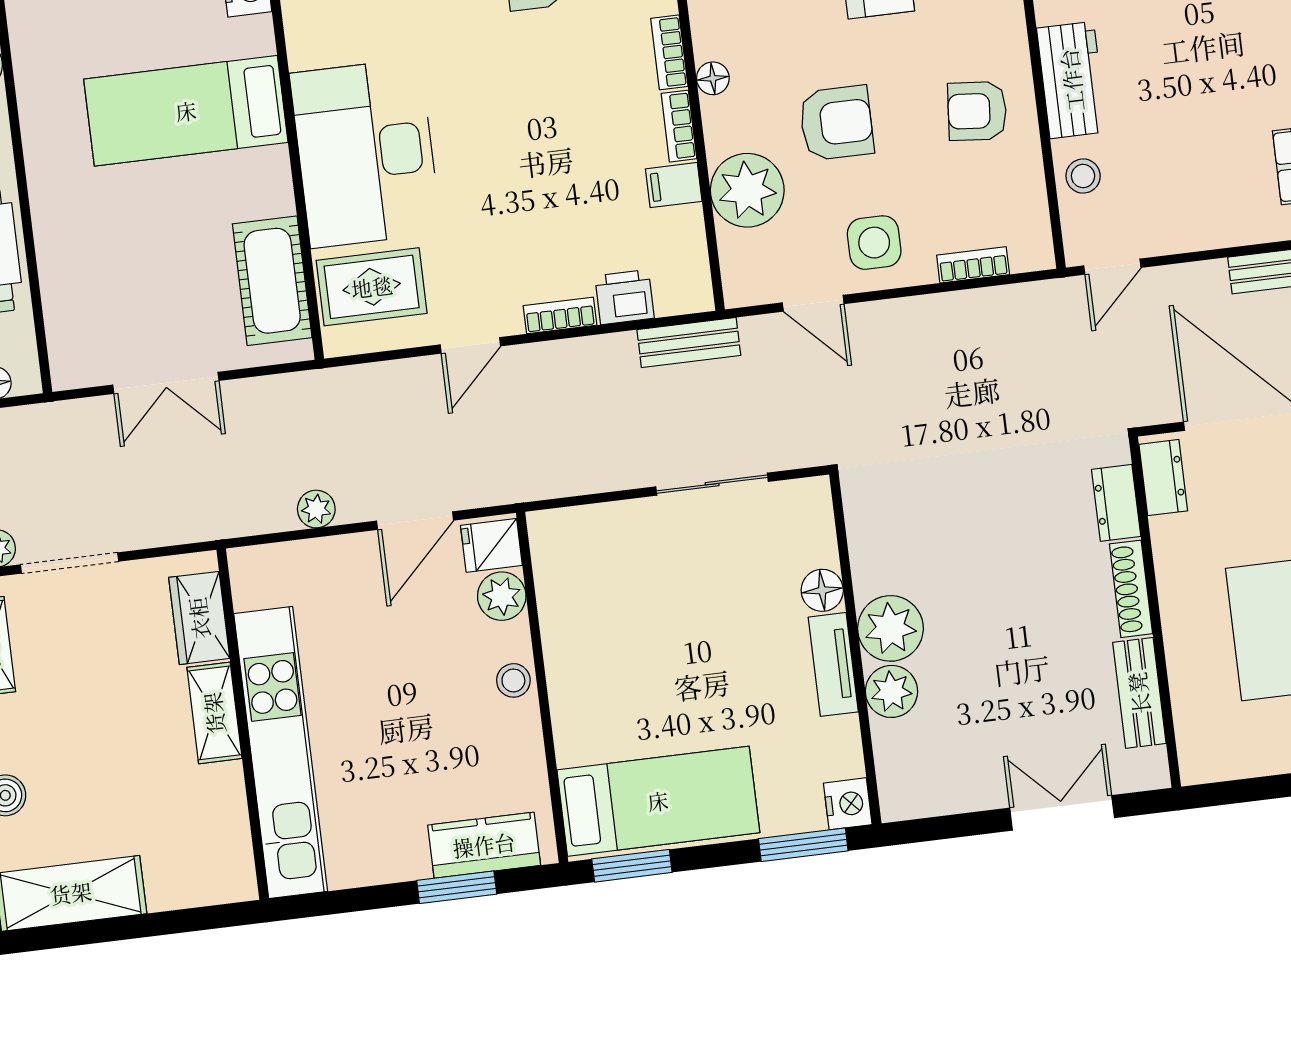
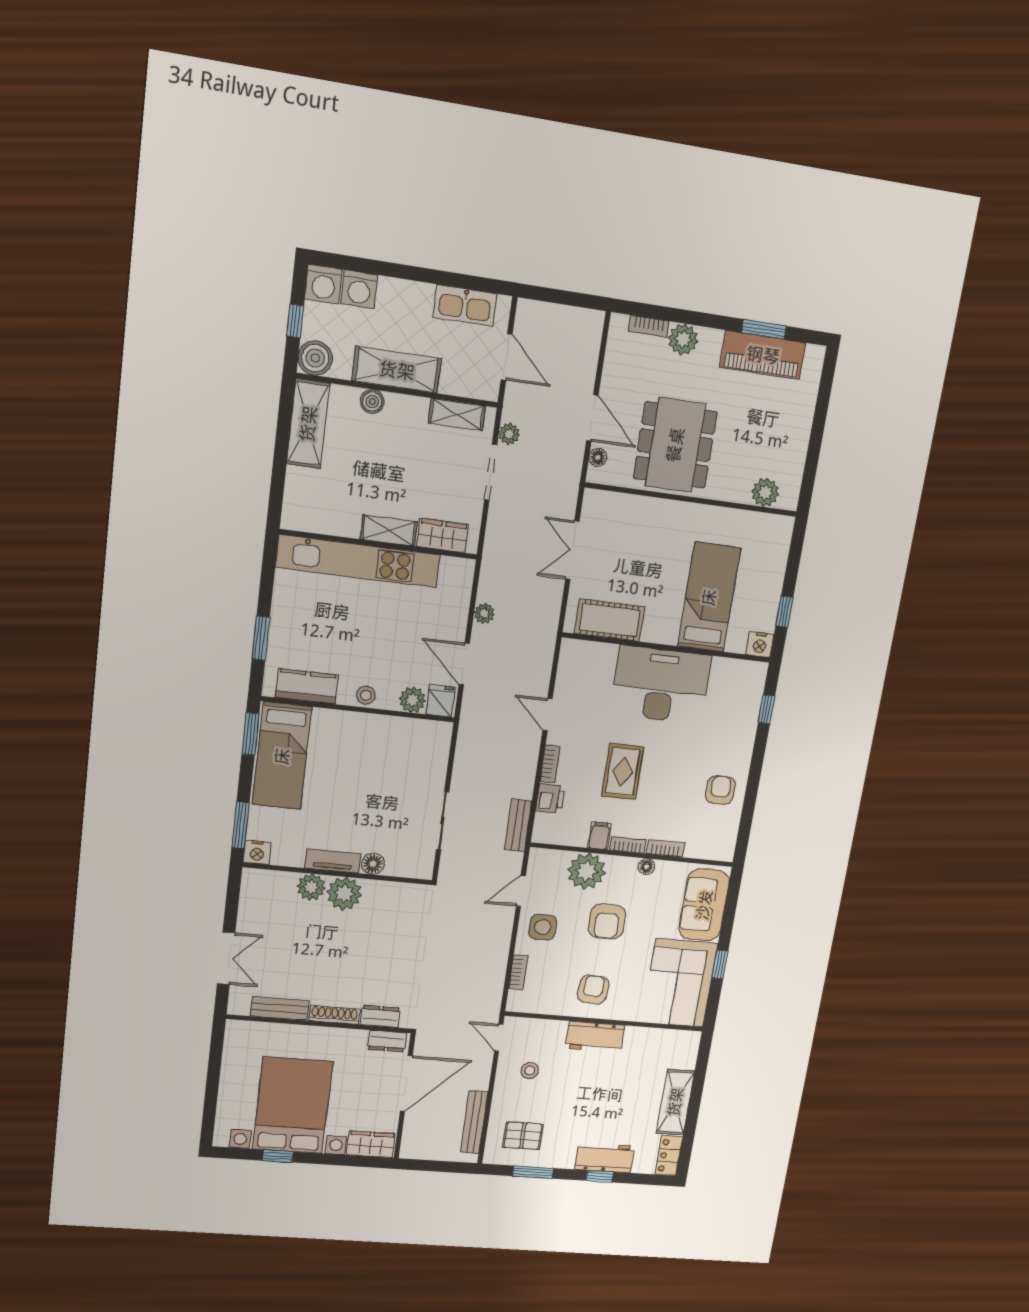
stool: (1083, 176) -> (530, 1070), moved
rug: (372, 287) -> (623, 772), moved
kitchen counter: (484, 845) -> (307, 686), moved, turned -90

